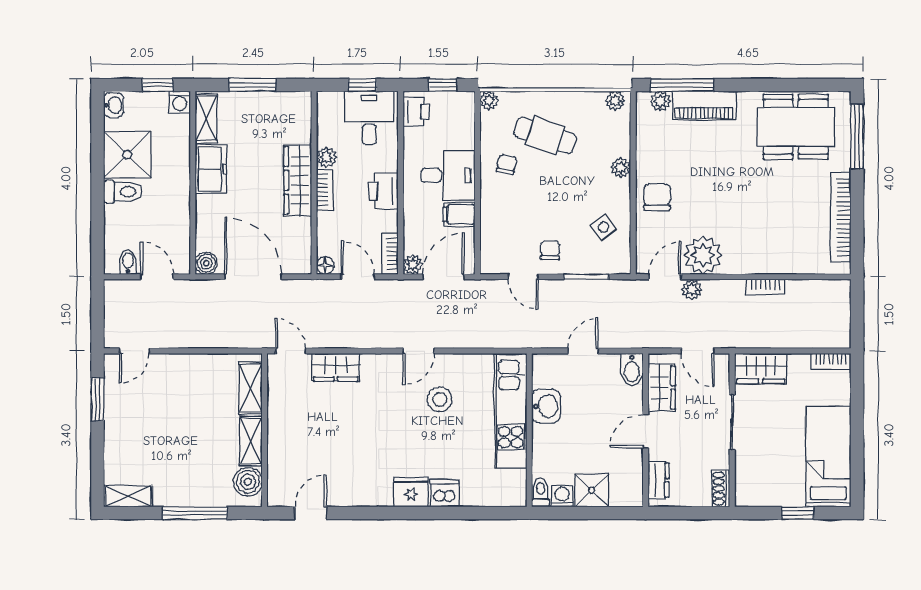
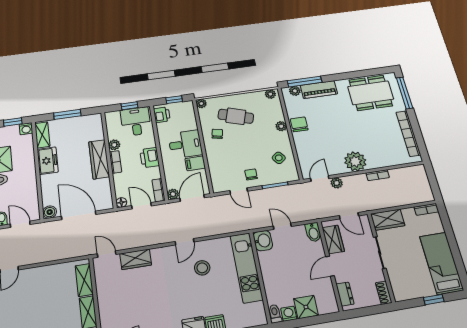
chair: (657, 197) -> (299, 124), moved
plant: (703, 255) -> (355, 161), moved
door: (583, 351) -> (282, 226), hinge flipped
washbasin: (546, 406) -> (263, 241), moved

